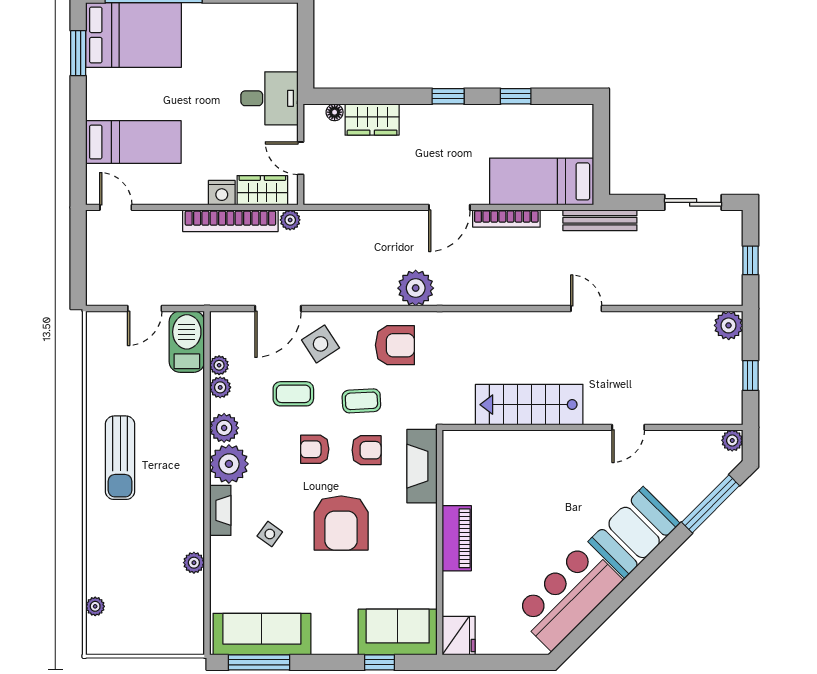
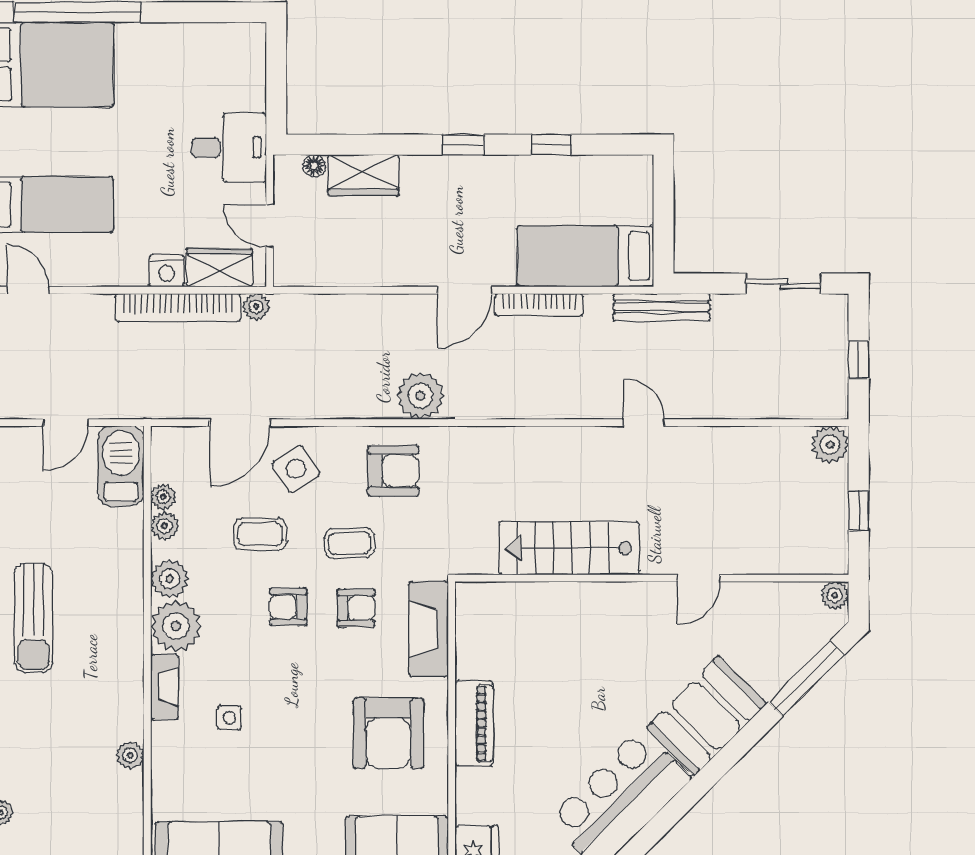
armchair: (341, 523) -> (388, 733), moved
side table: (270, 534) -> (229, 718), turned -36

